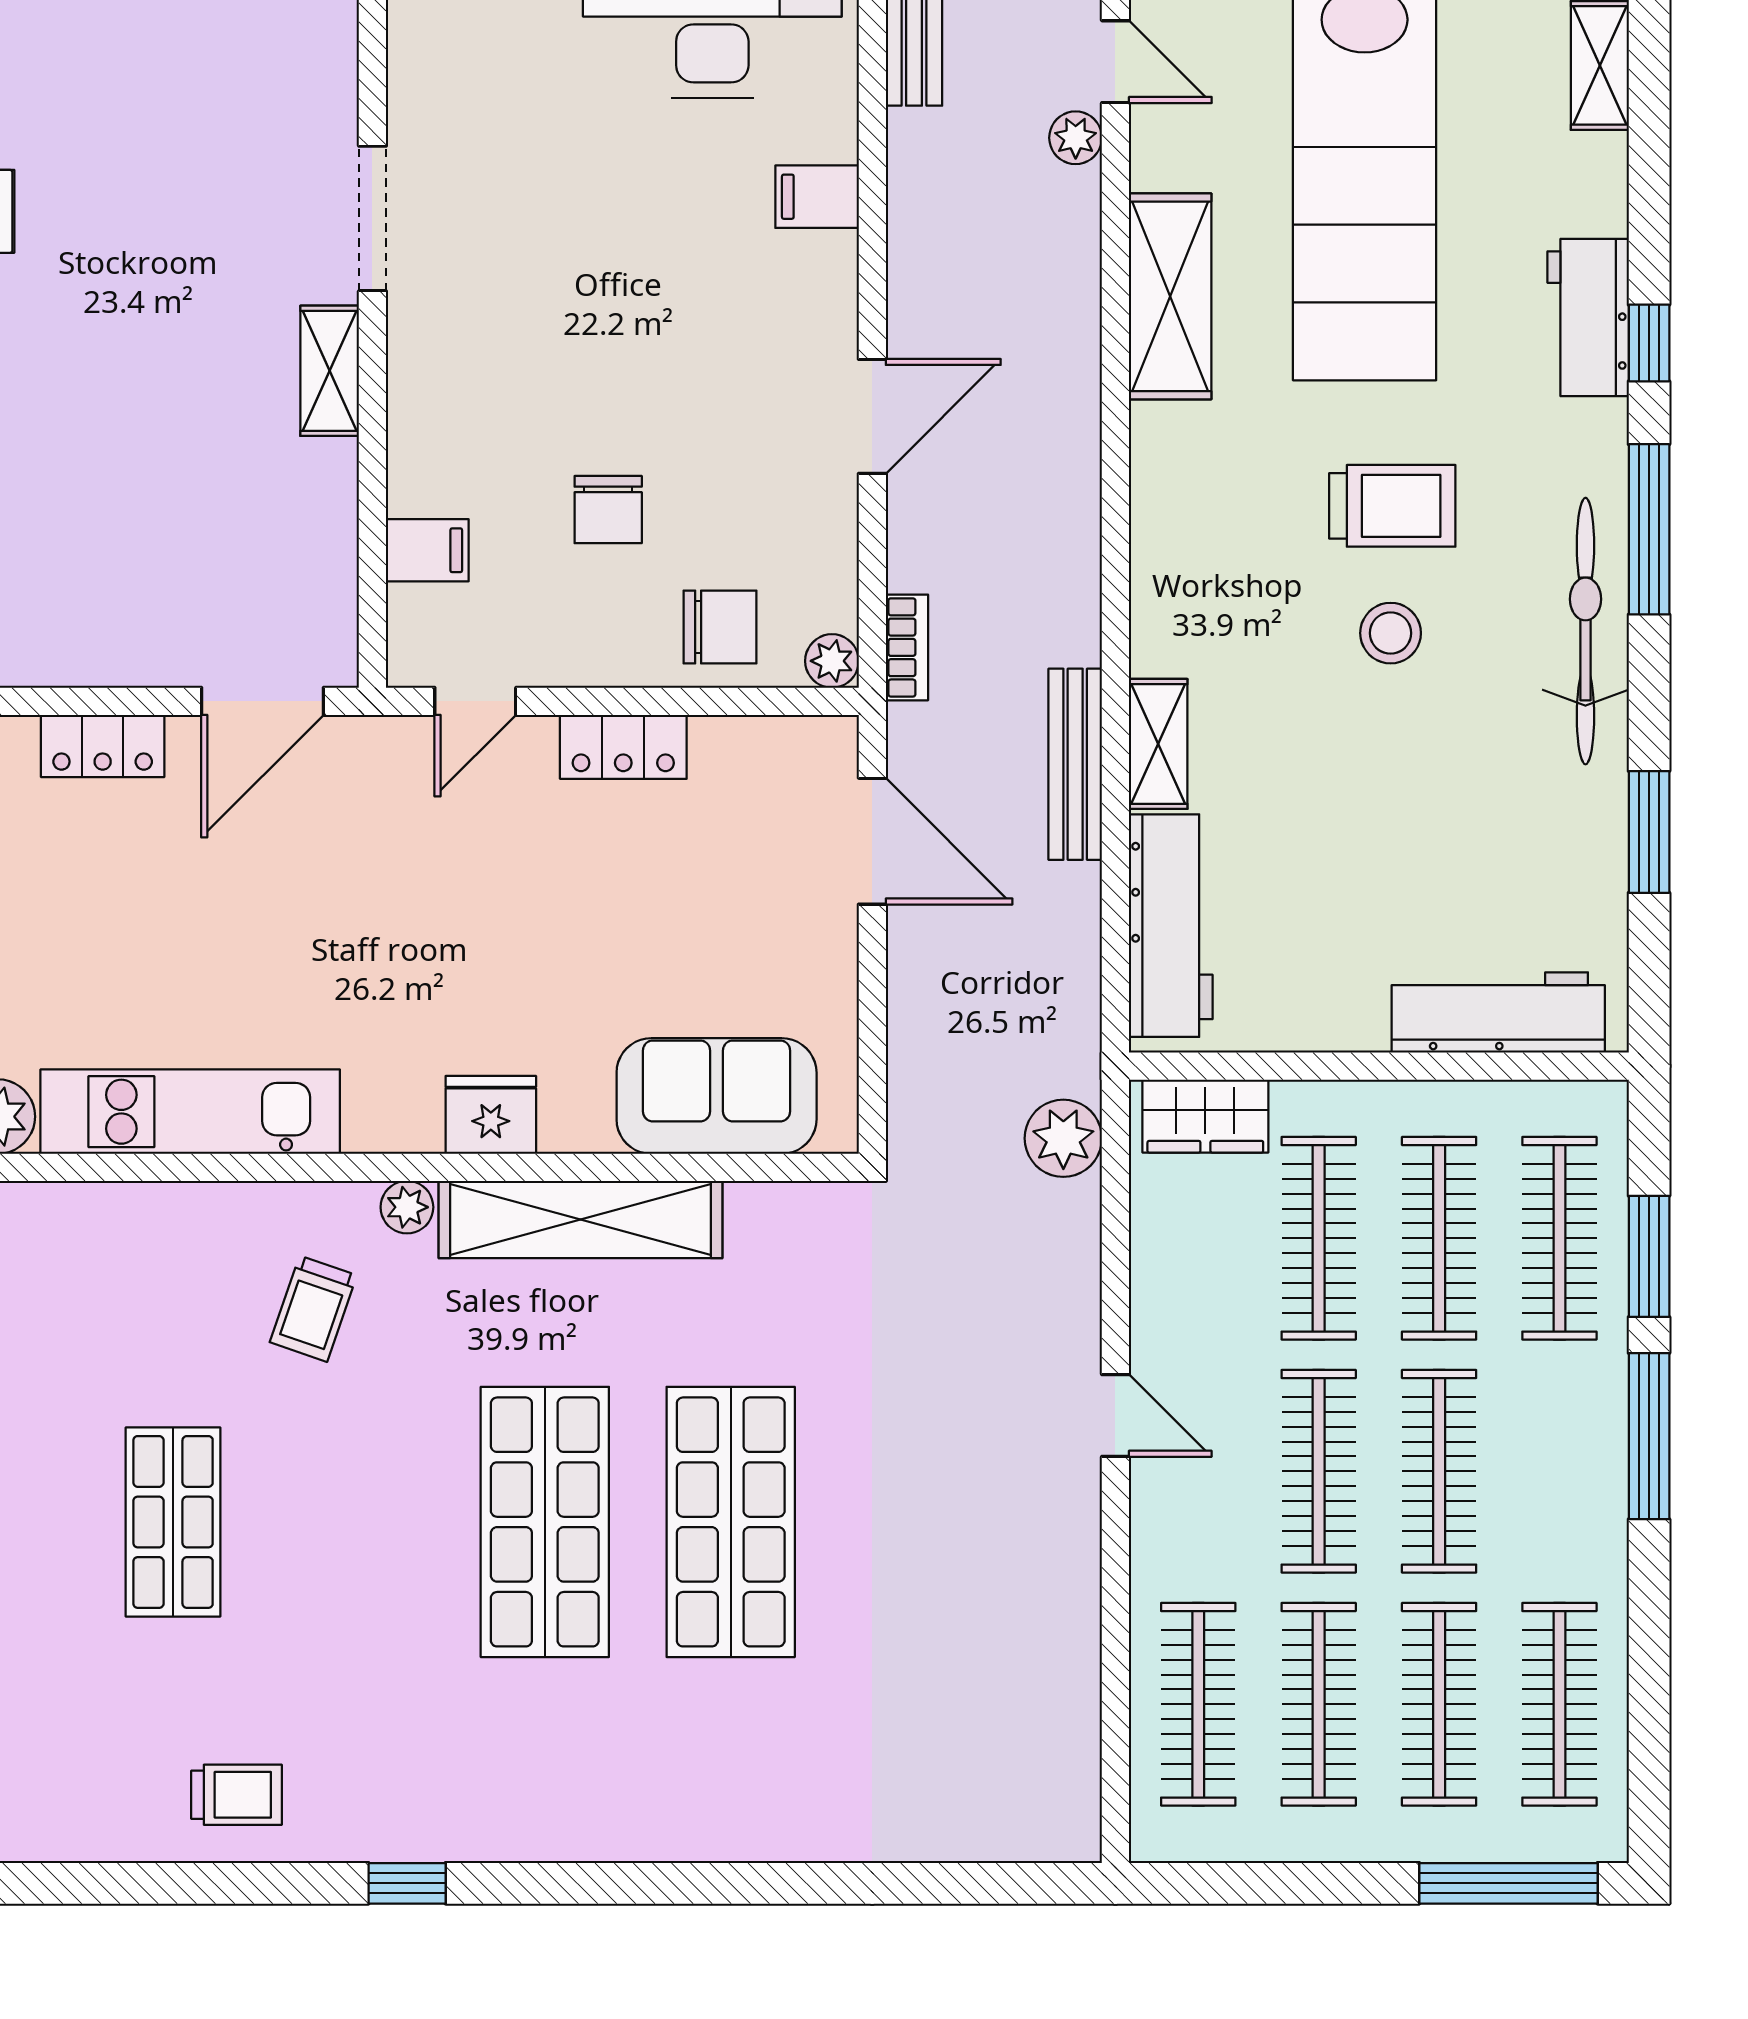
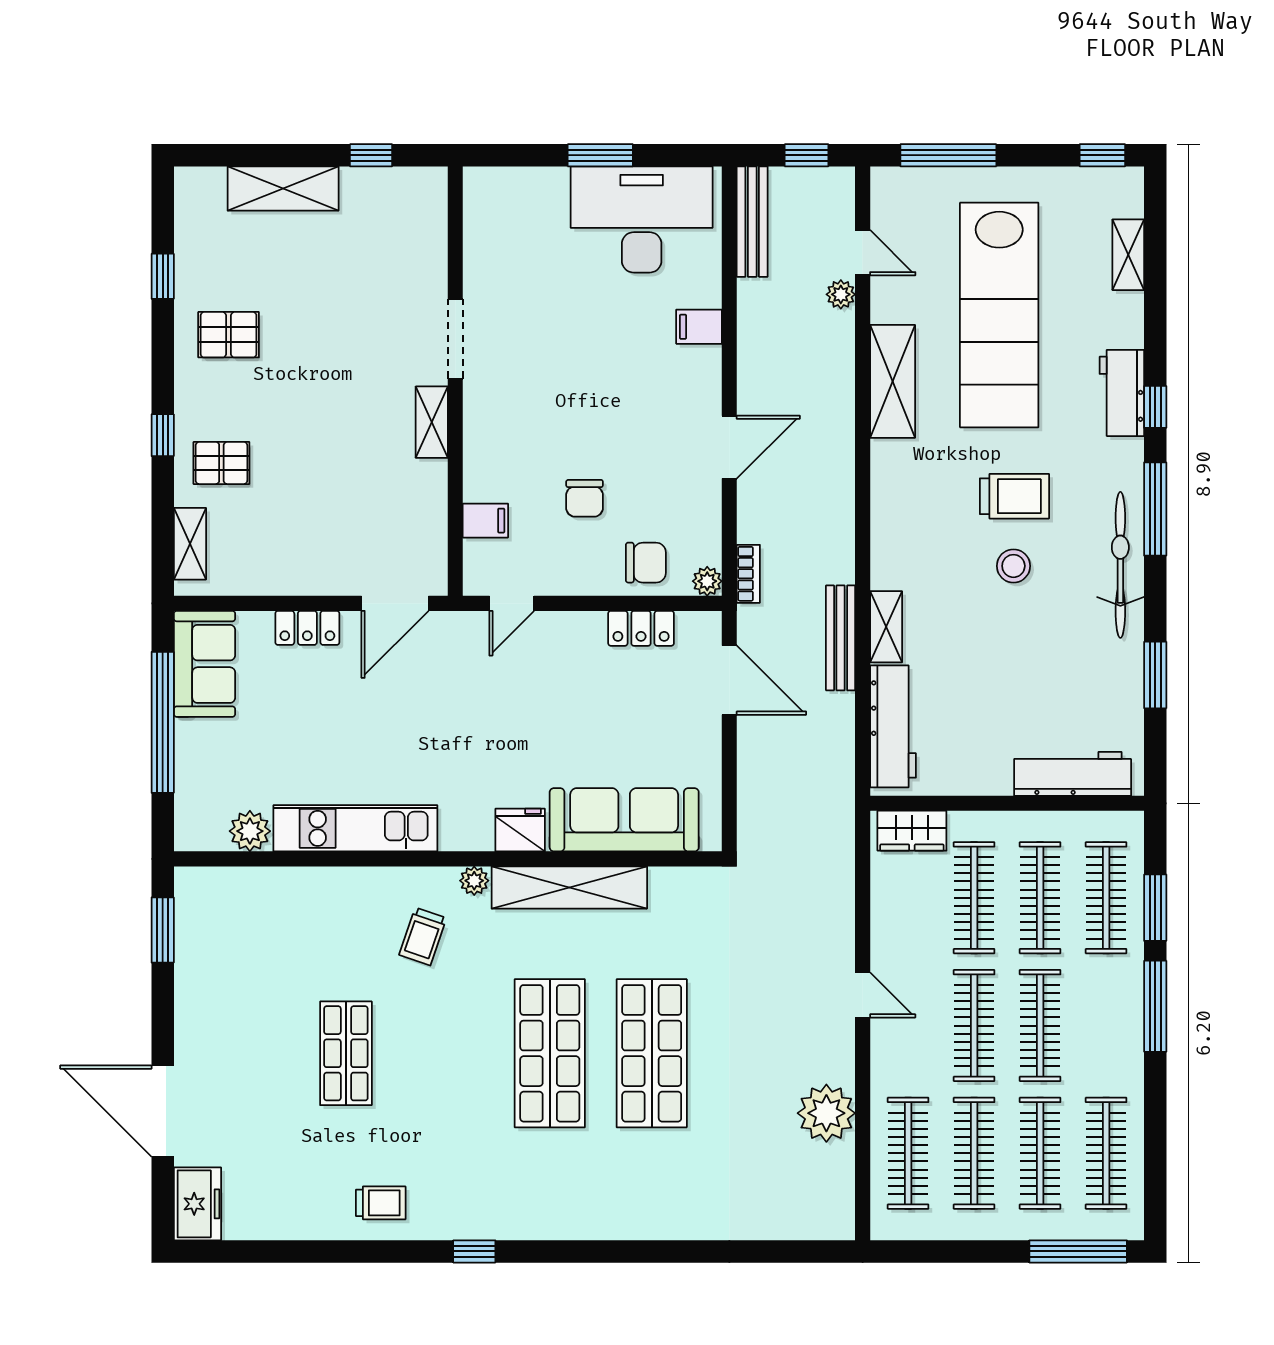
locker: (623, 747) -> (641, 628), moved
sofa: (717, 1096) -> (624, 820), width x1.36
plant: (1063, 1138) -> (826, 1113), moved, width x1.36, depth x1.36

